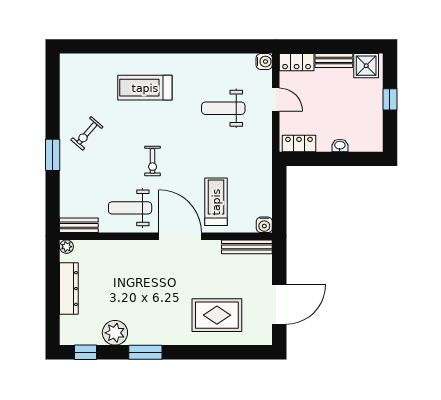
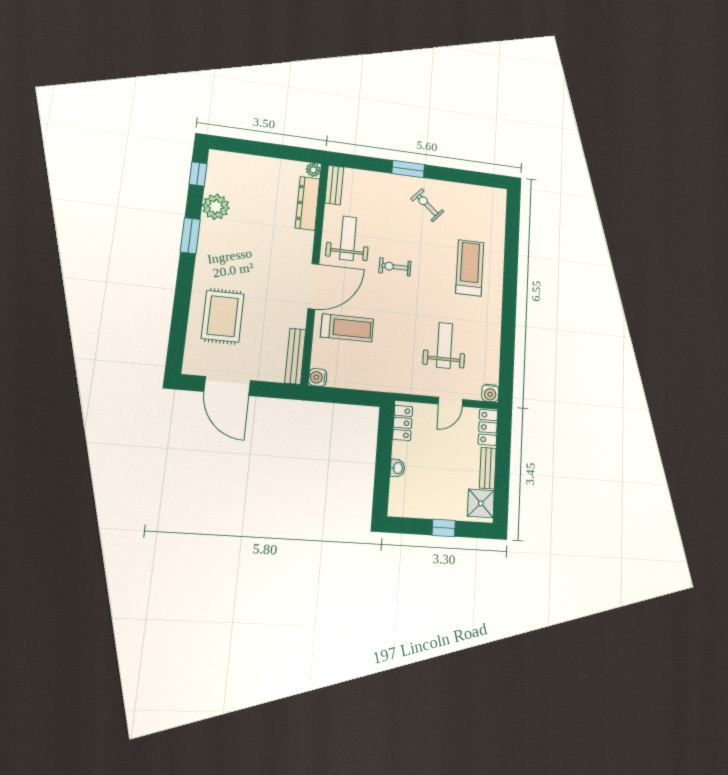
dresser: (69, 289) -> (308, 203), moved, turned 90

